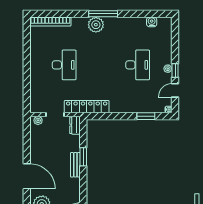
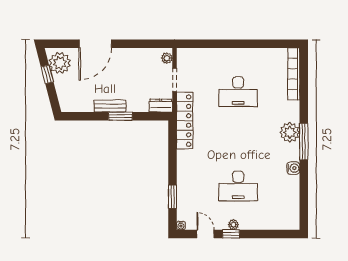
water cooler: (152, 22) -> (293, 168), moved

